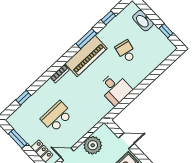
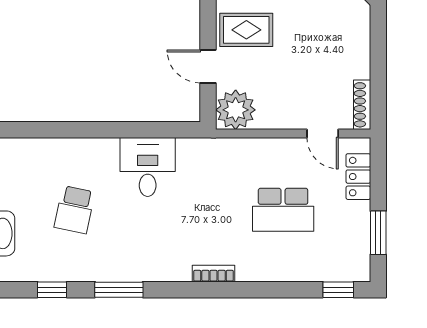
piano: (86, 56) -> (145, 262), removed
window: (23, 98) -> (338, 290), moved
plant: (93, 145) -> (236, 110), moved

